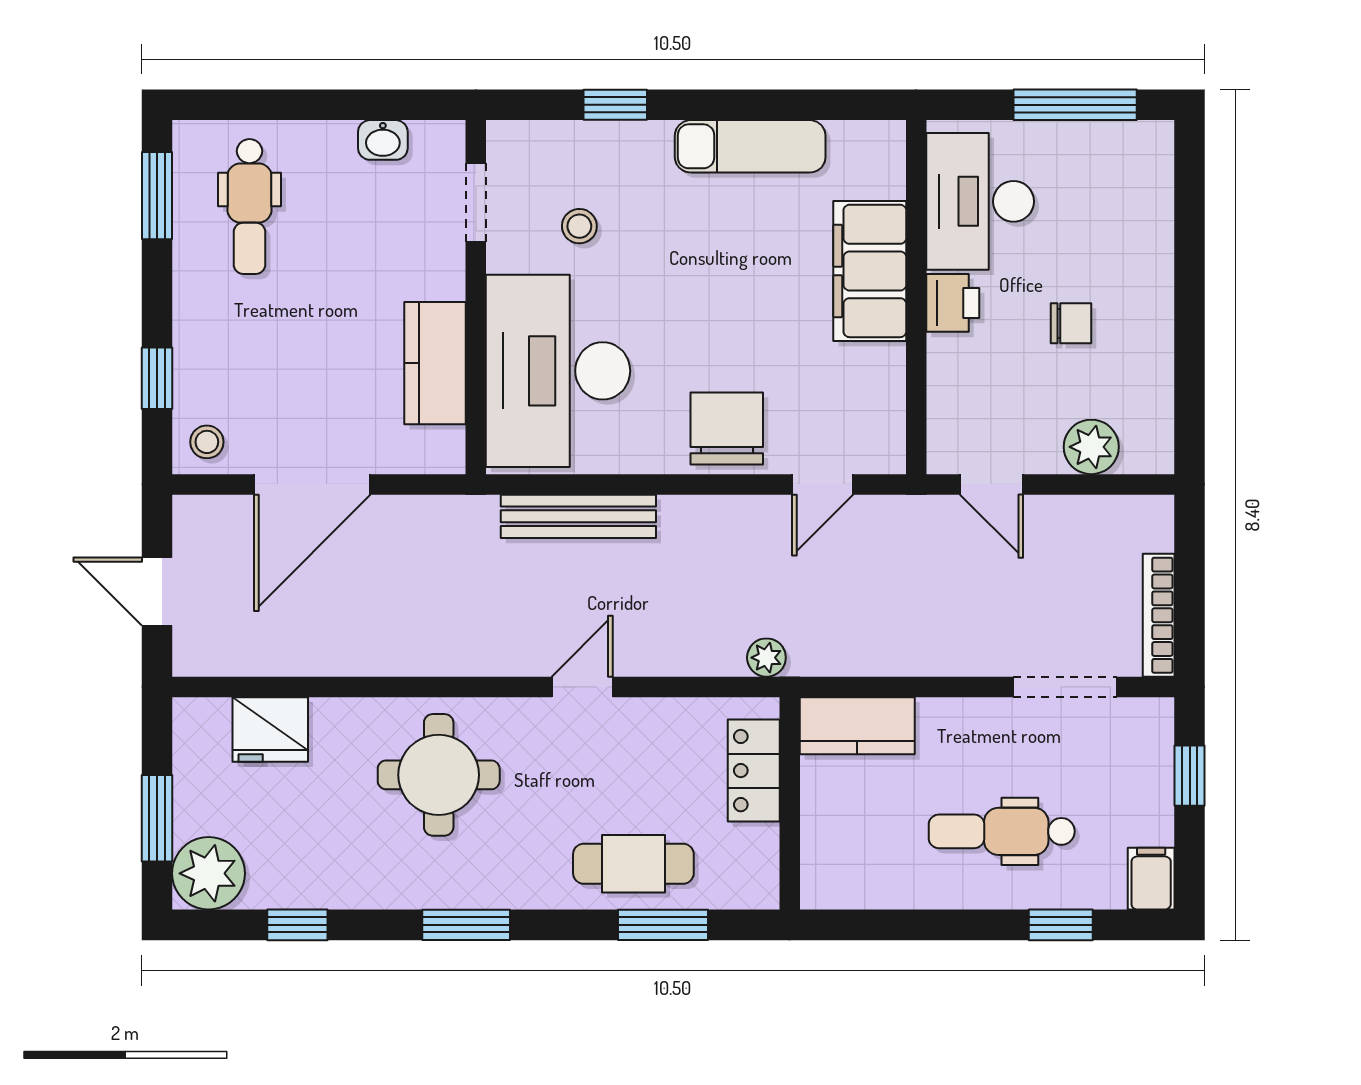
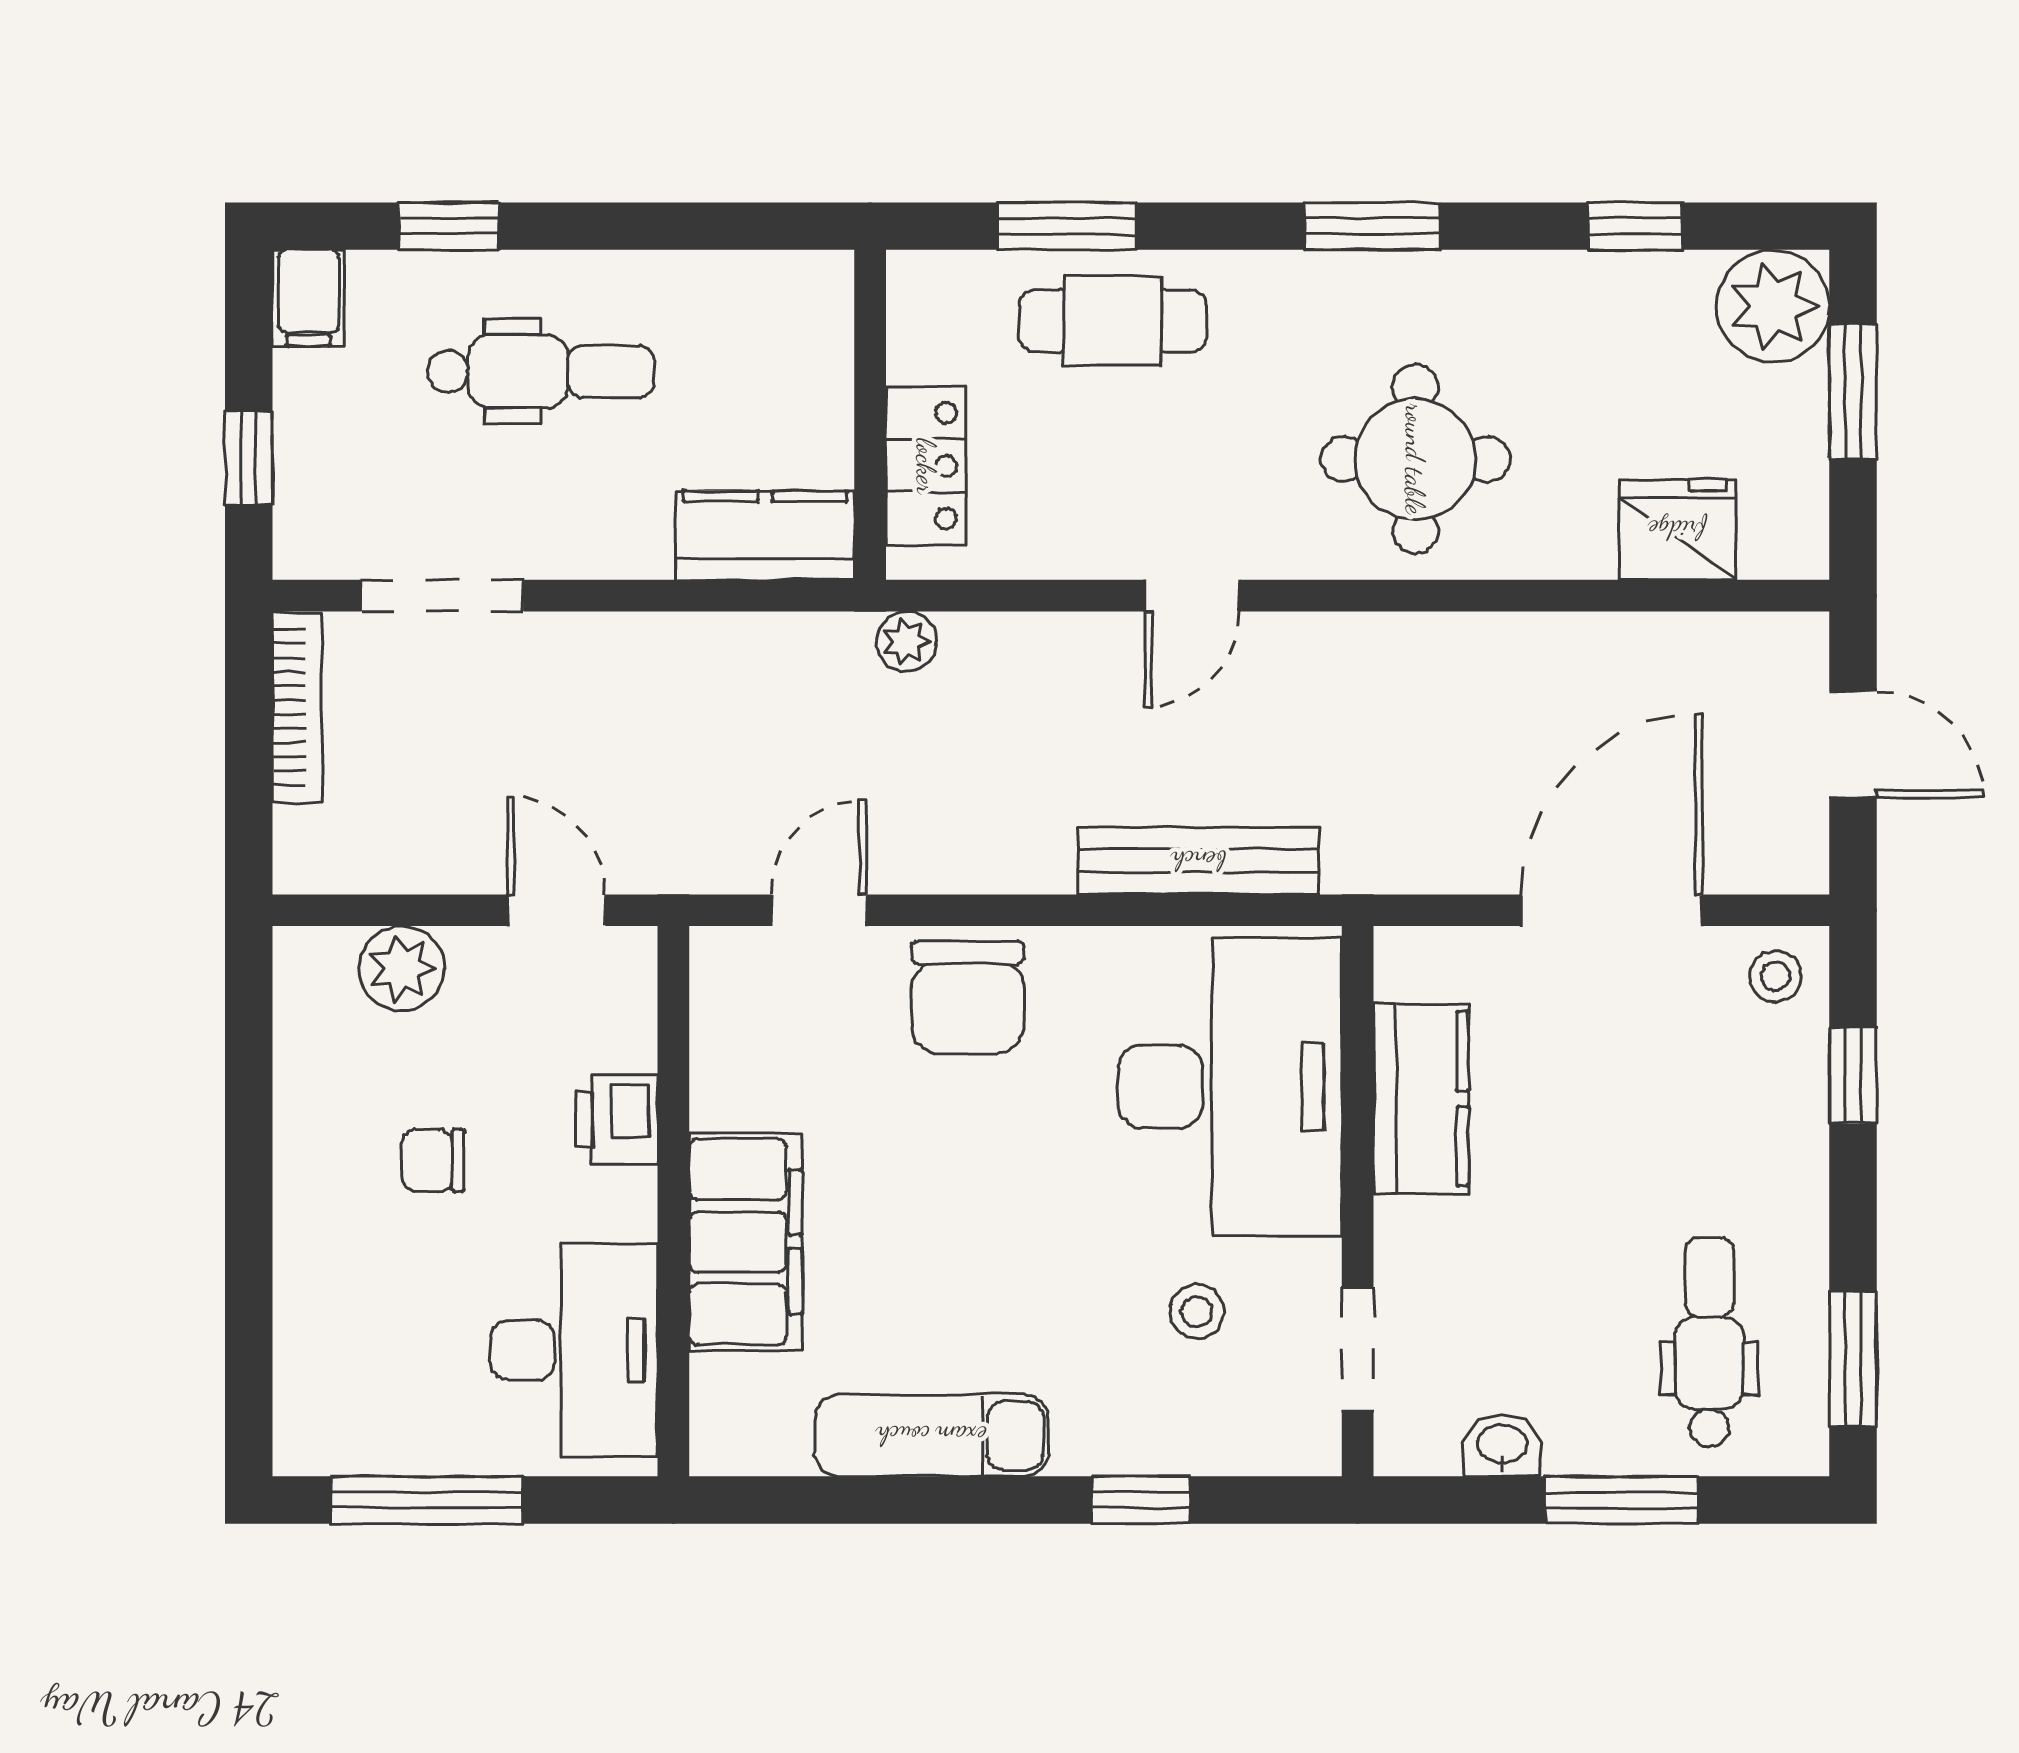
window: (306, 105) -> (1622, 1500), added
printer: (953, 303) -> (617, 1120), moved

